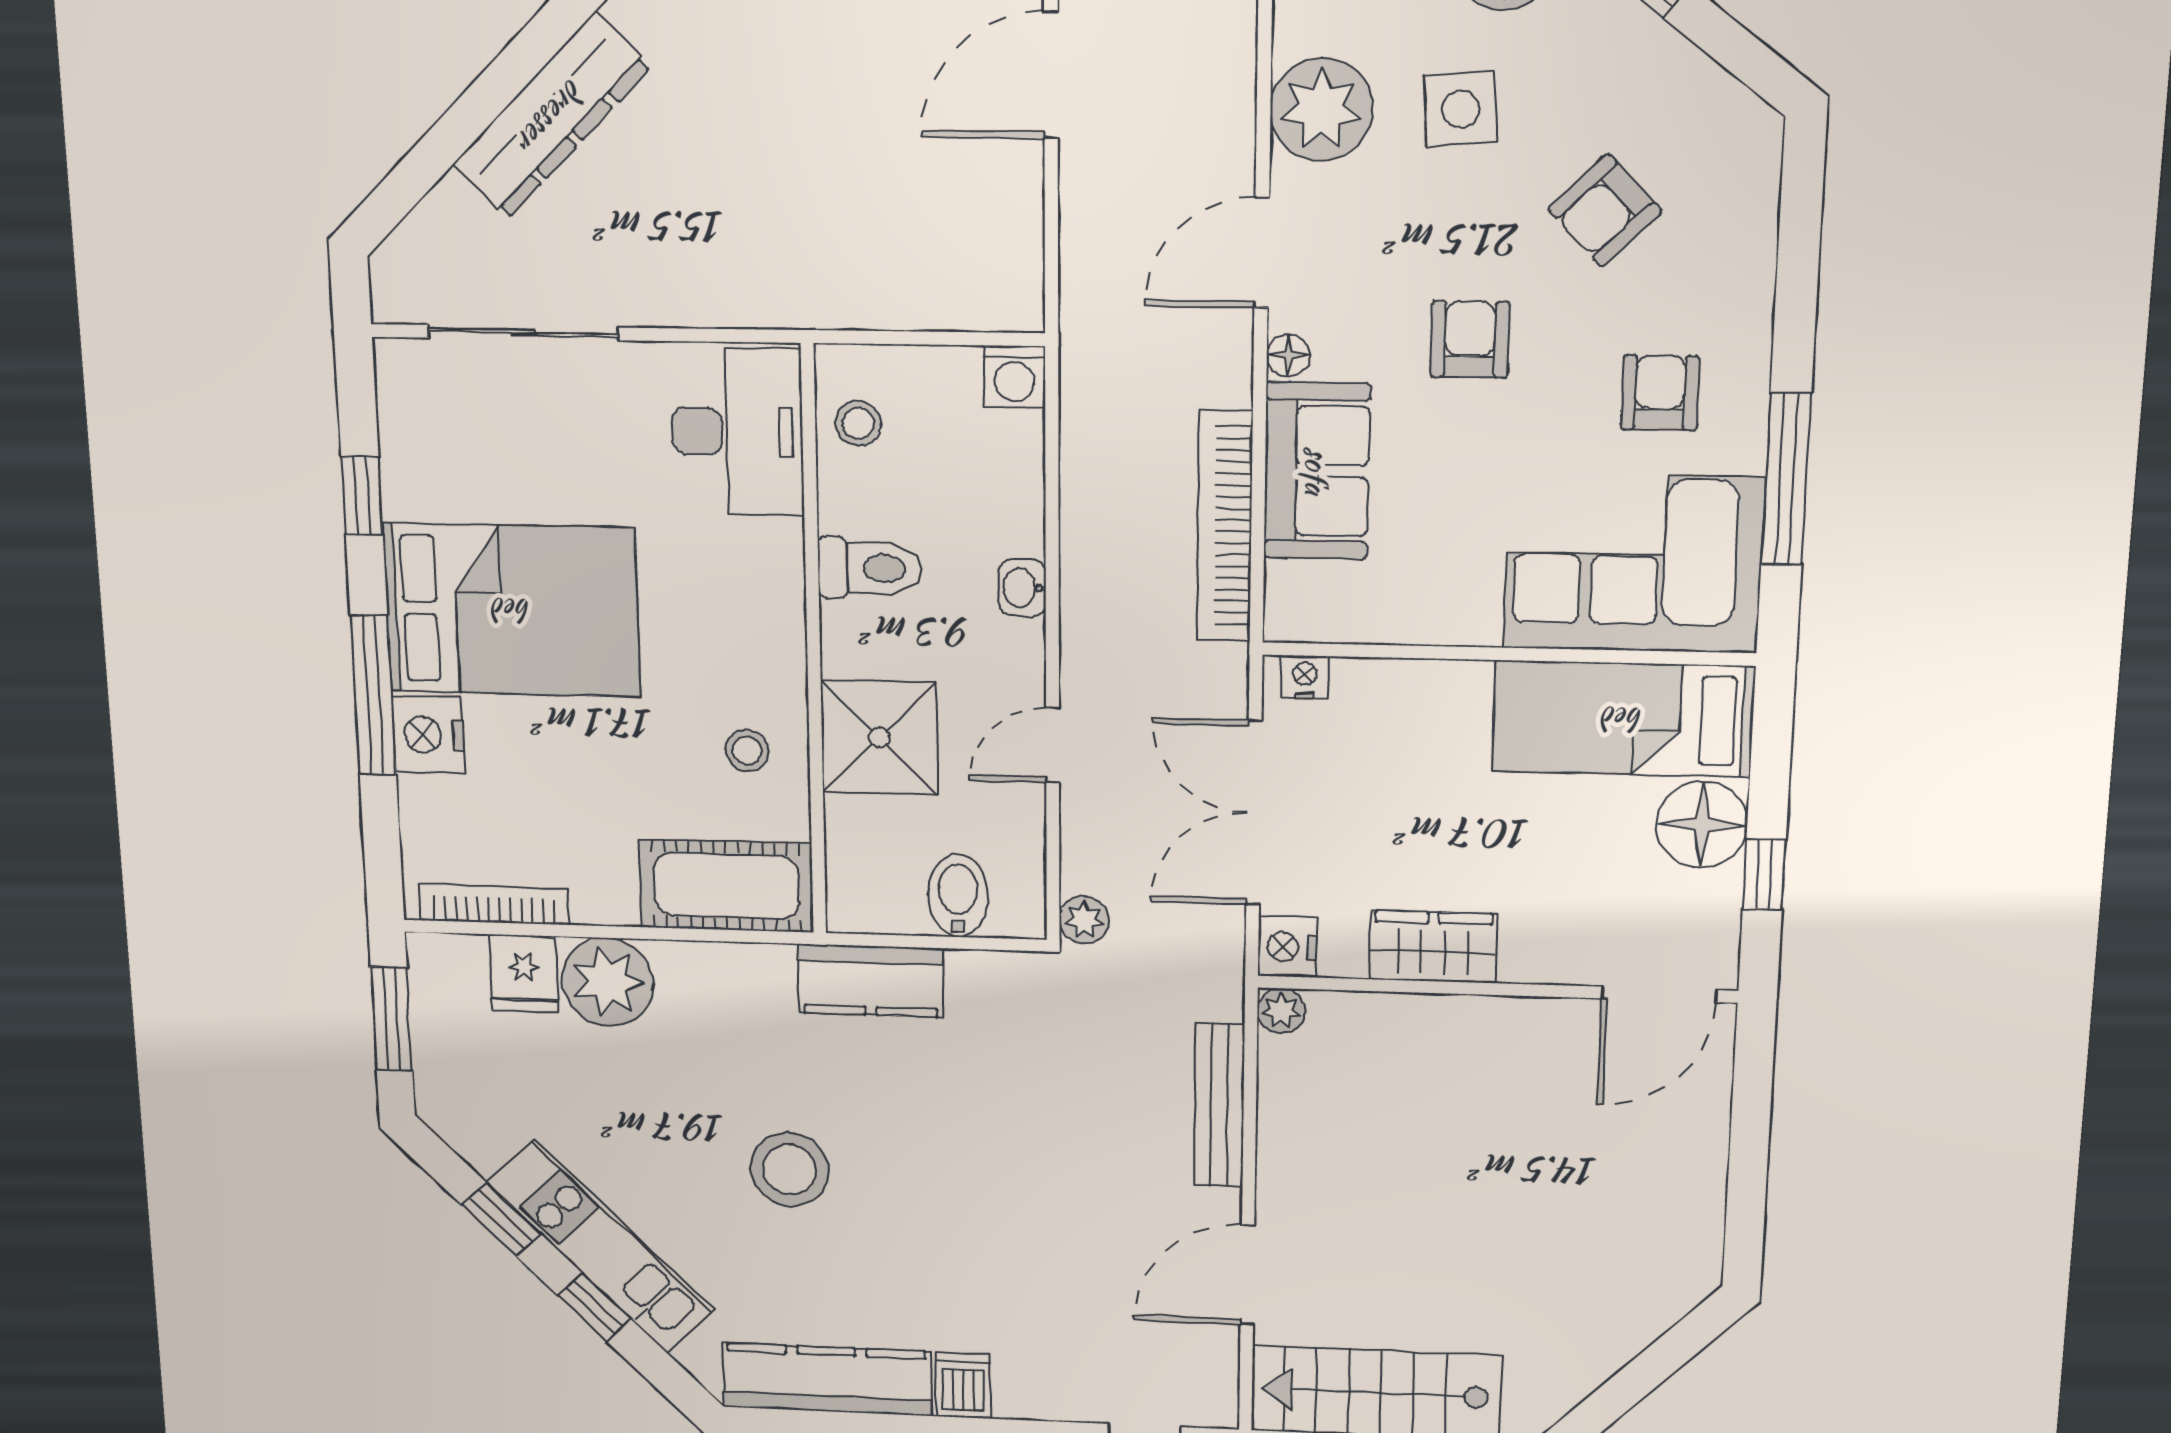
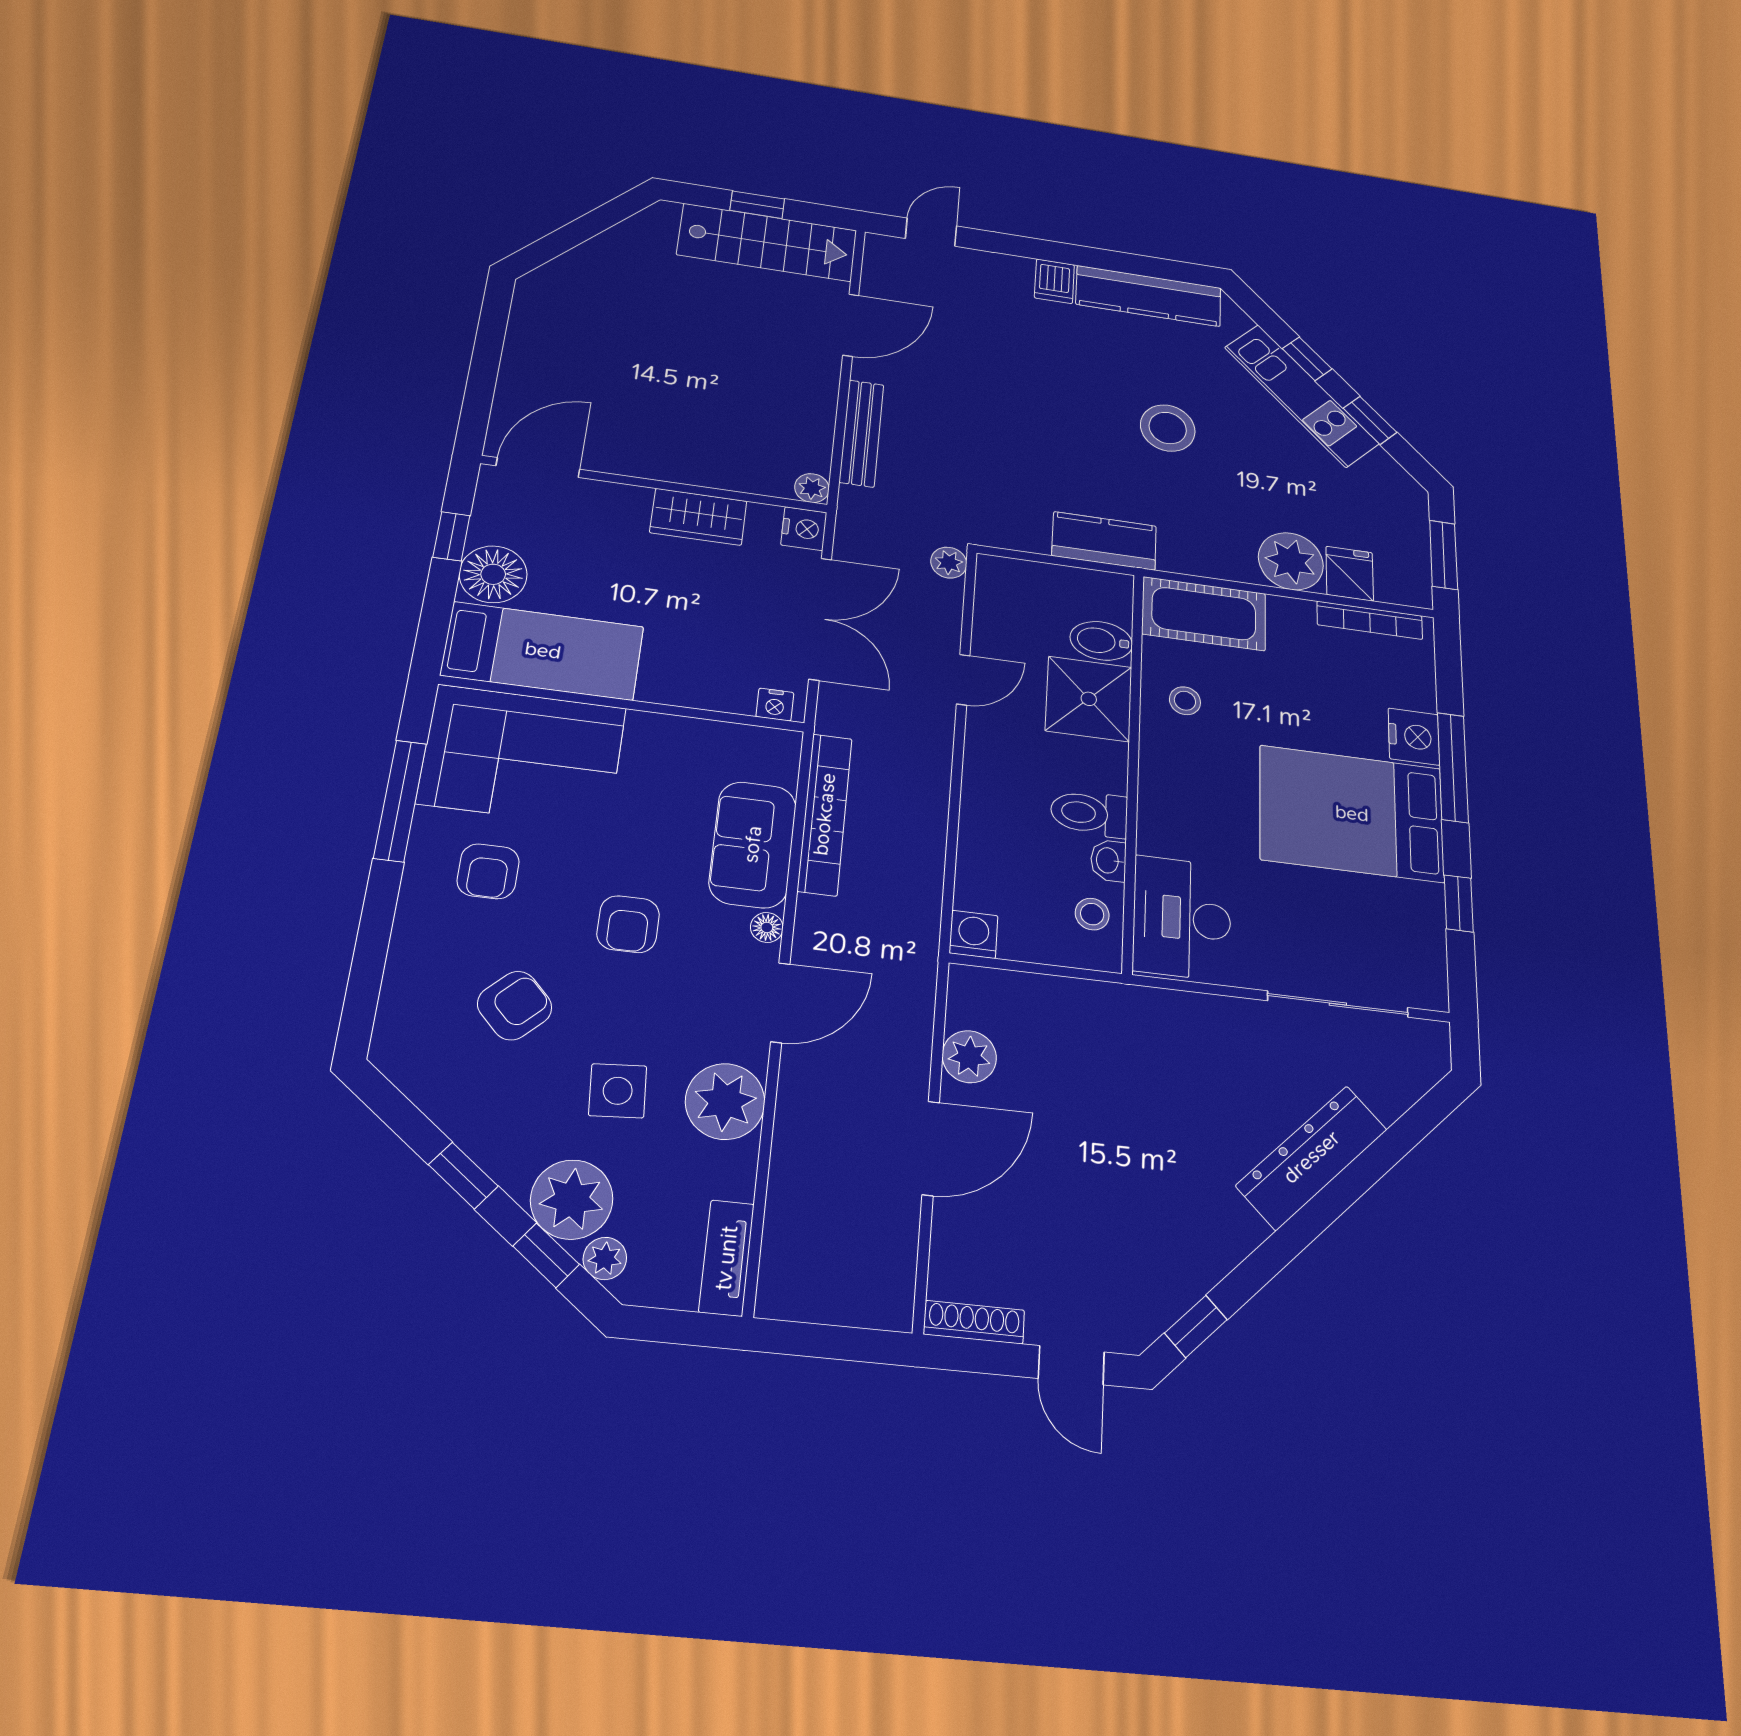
plant: (1009, 205) -> (969, 1057), added
washbasin: (1022, 588) -> (1108, 861), moved, turned 180
bidet: (958, 896) -> (1101, 641), moved, turned 90

